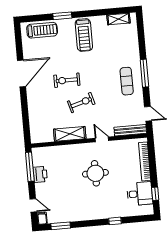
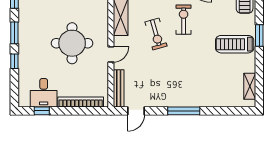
window: (62, 16) -> (259, 35), moved
exercise mat: (127, 81) -> (176, 89), removed
round table: (95, 173) -> (72, 43), width x1.36, depth x1.36
window: (91, 223) -> (14, 33), added

